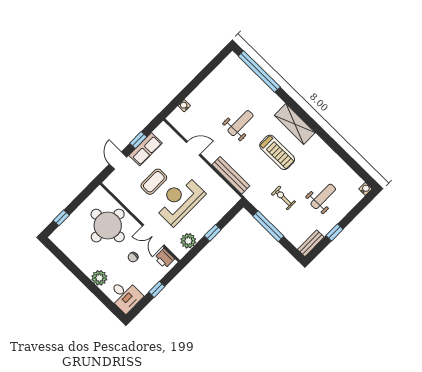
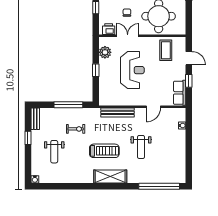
row of seats: (146, 149) -> (180, 93), moved
treadmill: (277, 152) -> (104, 151), turned 180
coffee table: (154, 182) -> (166, 50), moved

